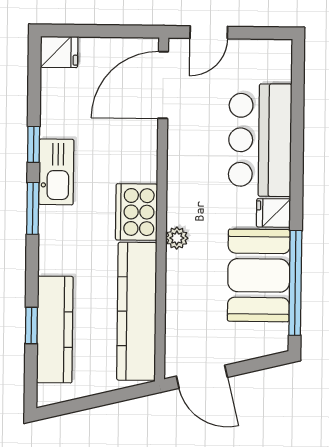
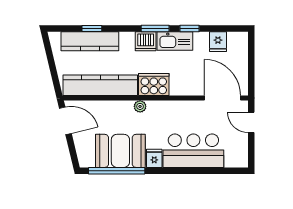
fridge: (59, 52) -> (218, 42), moved
dishwasher: (56, 226) -> (146, 41), added
door: (202, 377) -> (65, 121), swing flipped

